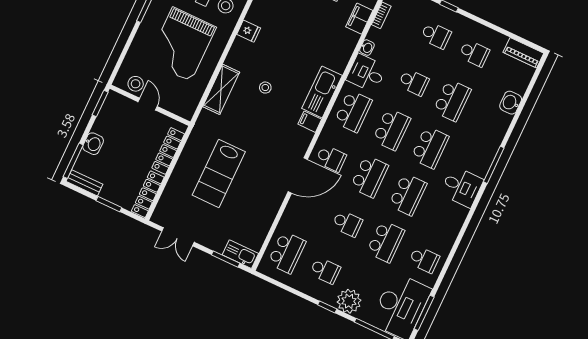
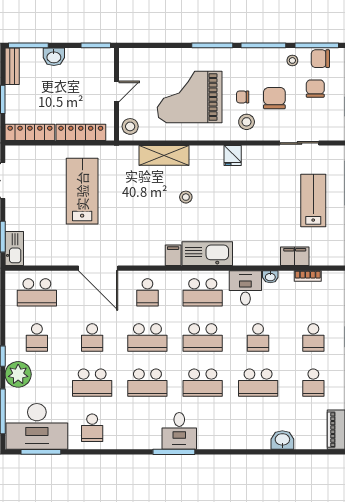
stool: (136, 84) -> (130, 126), moved
window: (494, 165) -> (174, 452), moved
lab bench: (219, 173) -> (82, 191), turned 90
door: (298, 175) -> (98, 268), moved

